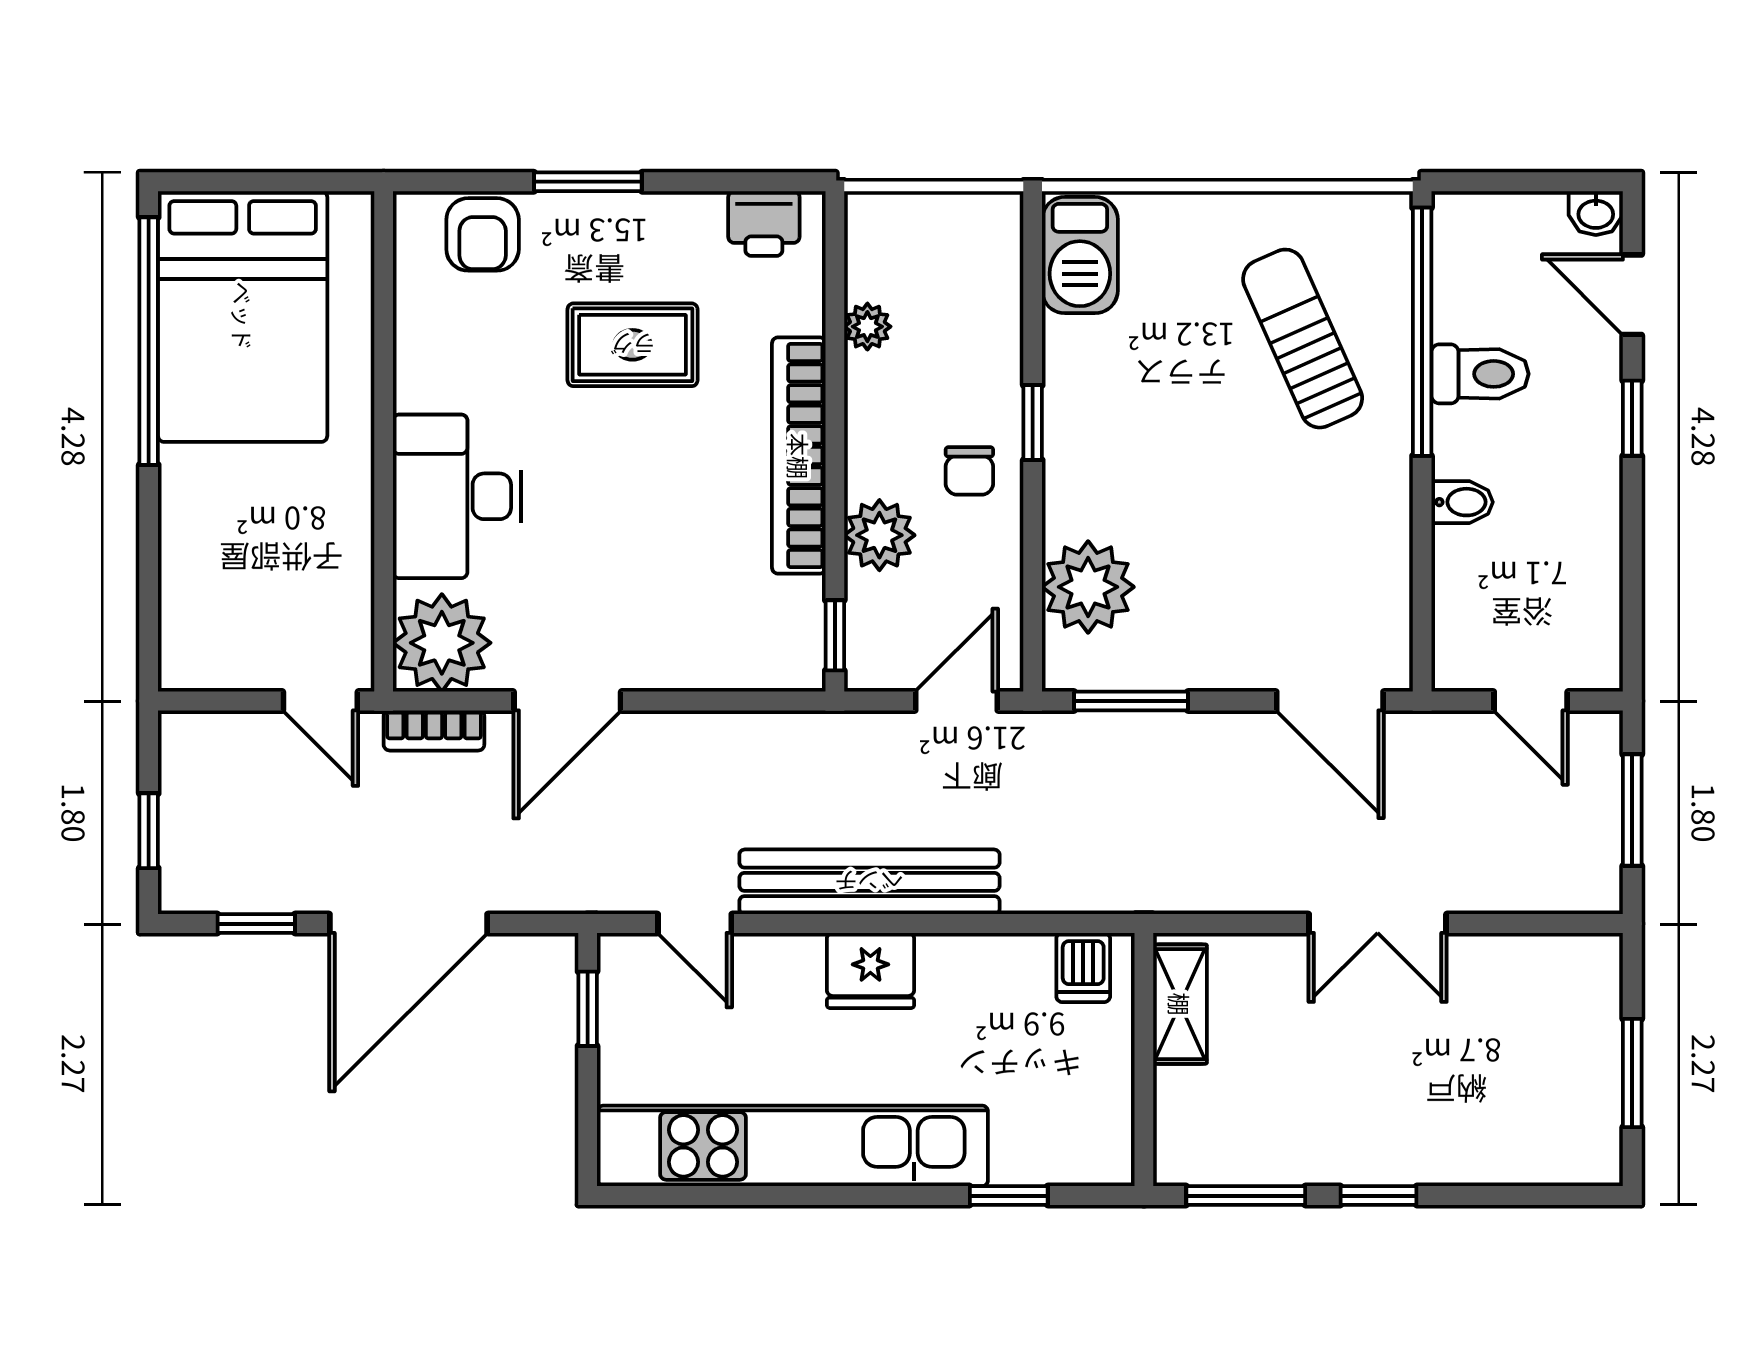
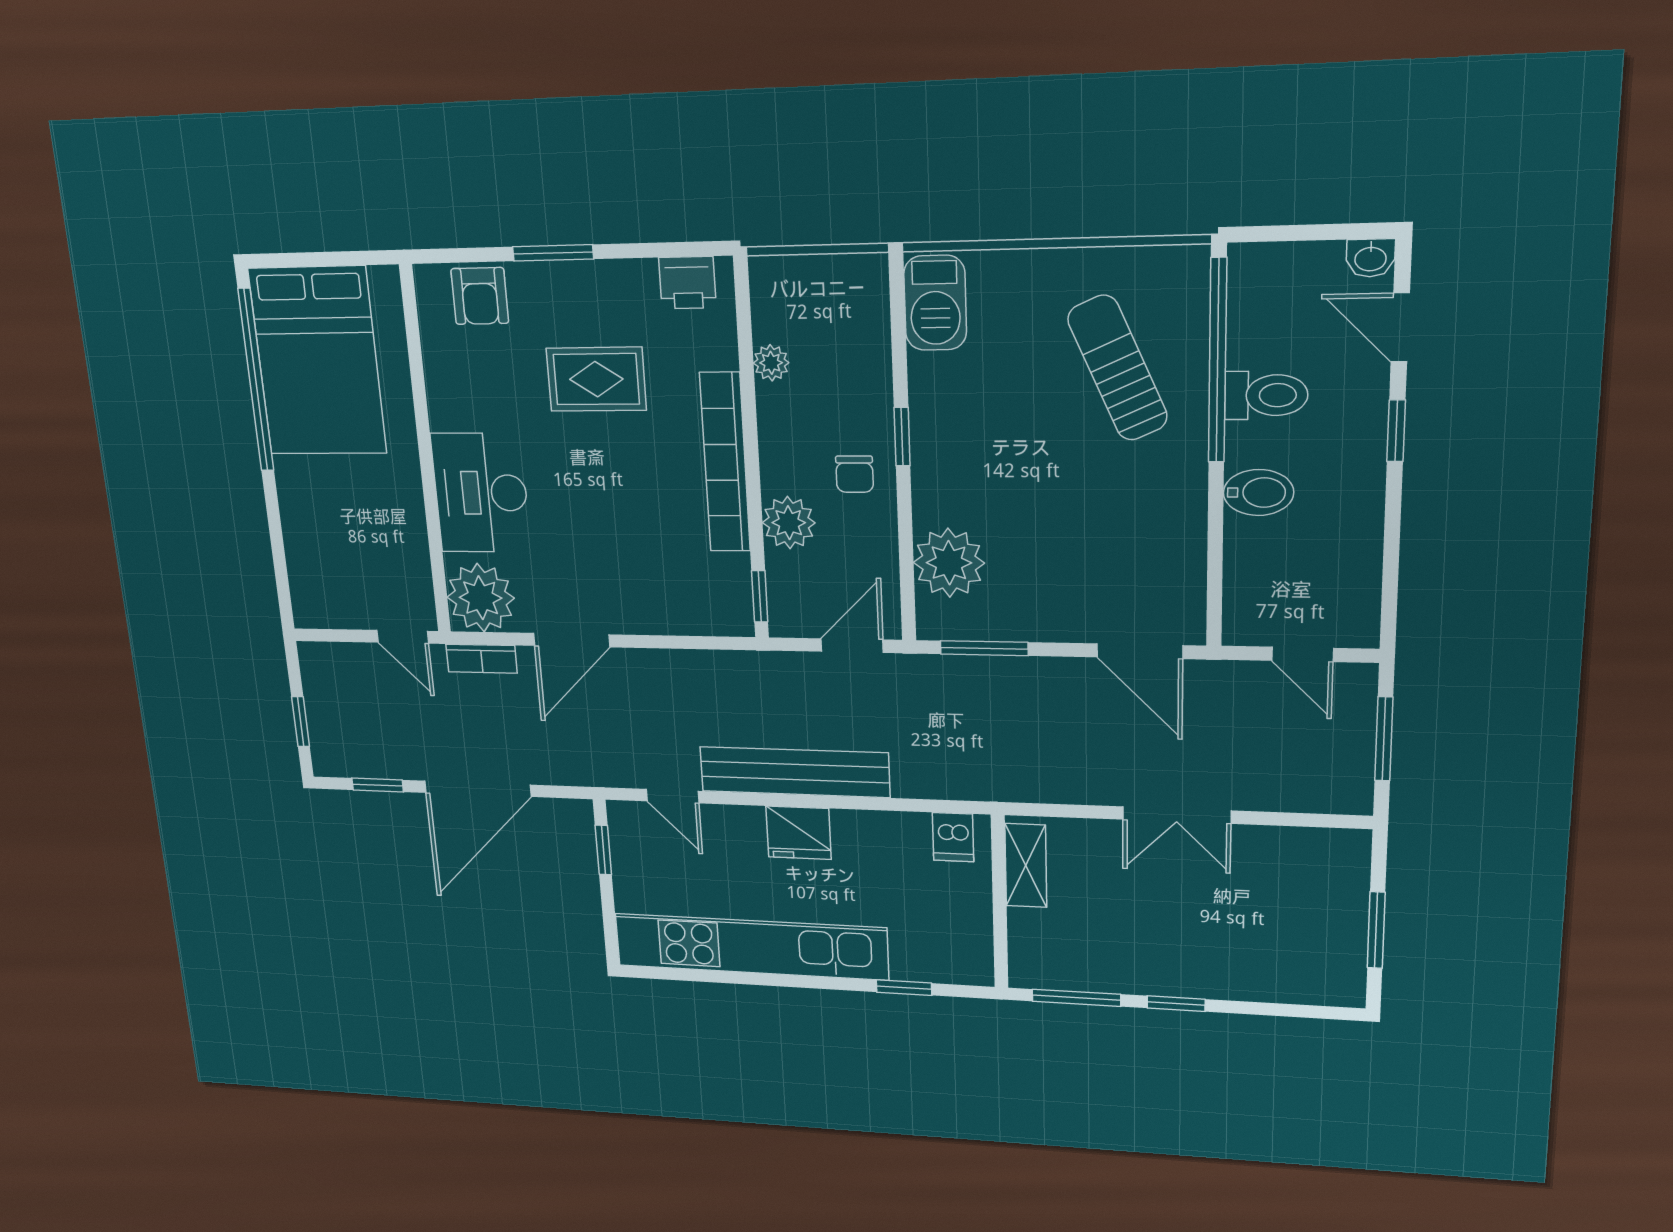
bidet: (1462, 502) -> (1258, 493), width x1.38, depth x1.36

